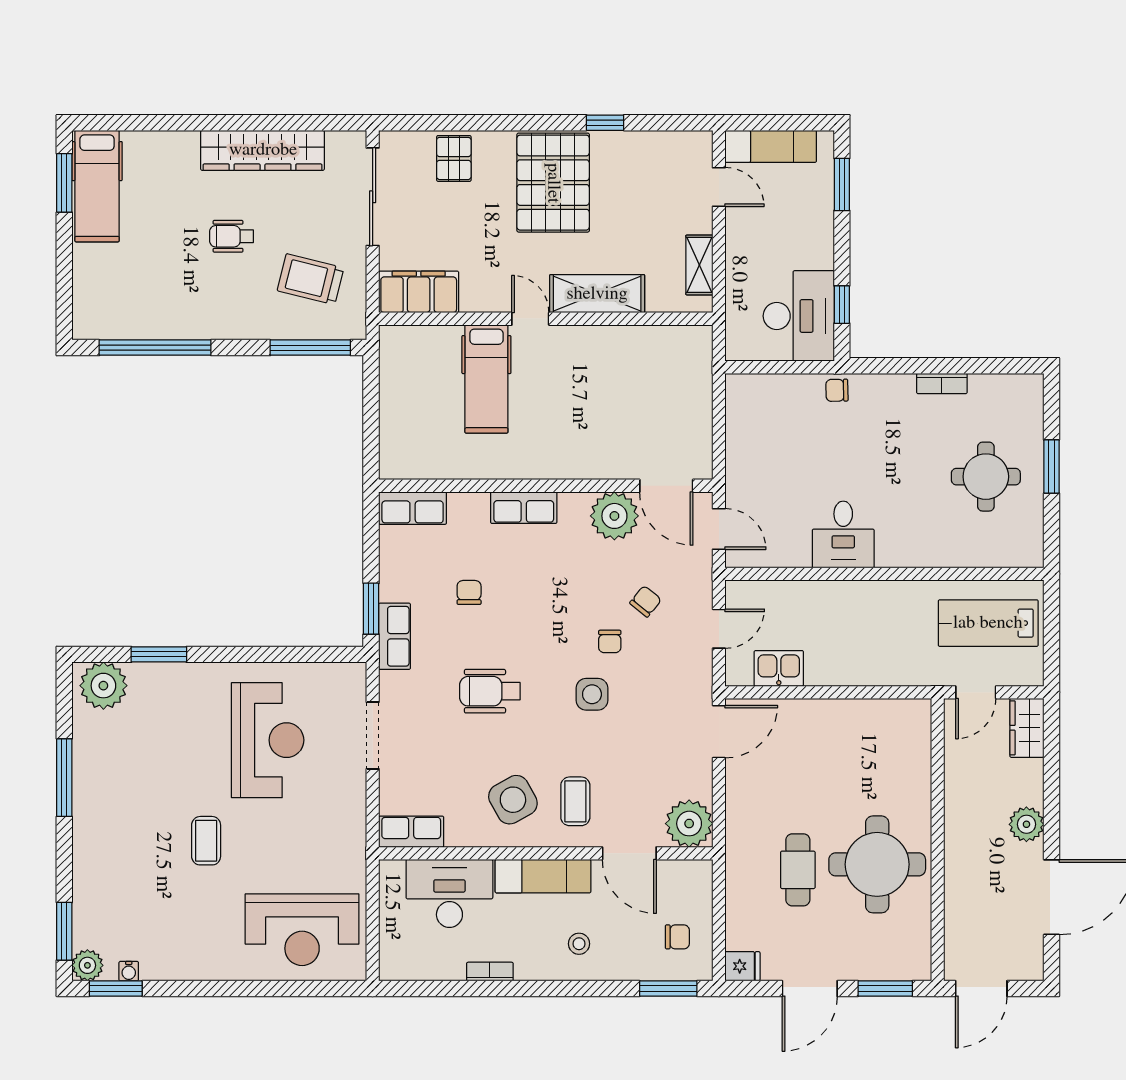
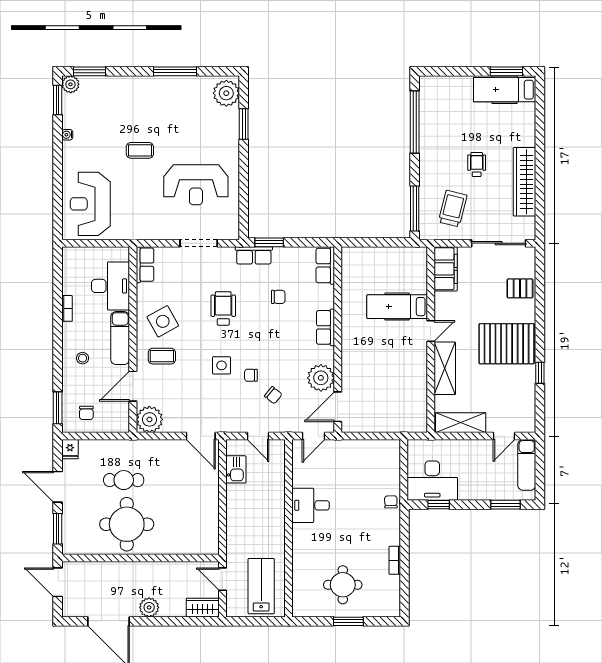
shelving: (699, 265) -> (461, 423), width x1.50, depth x1.33
water cooler: (129, 971) -> (67, 135), moved

